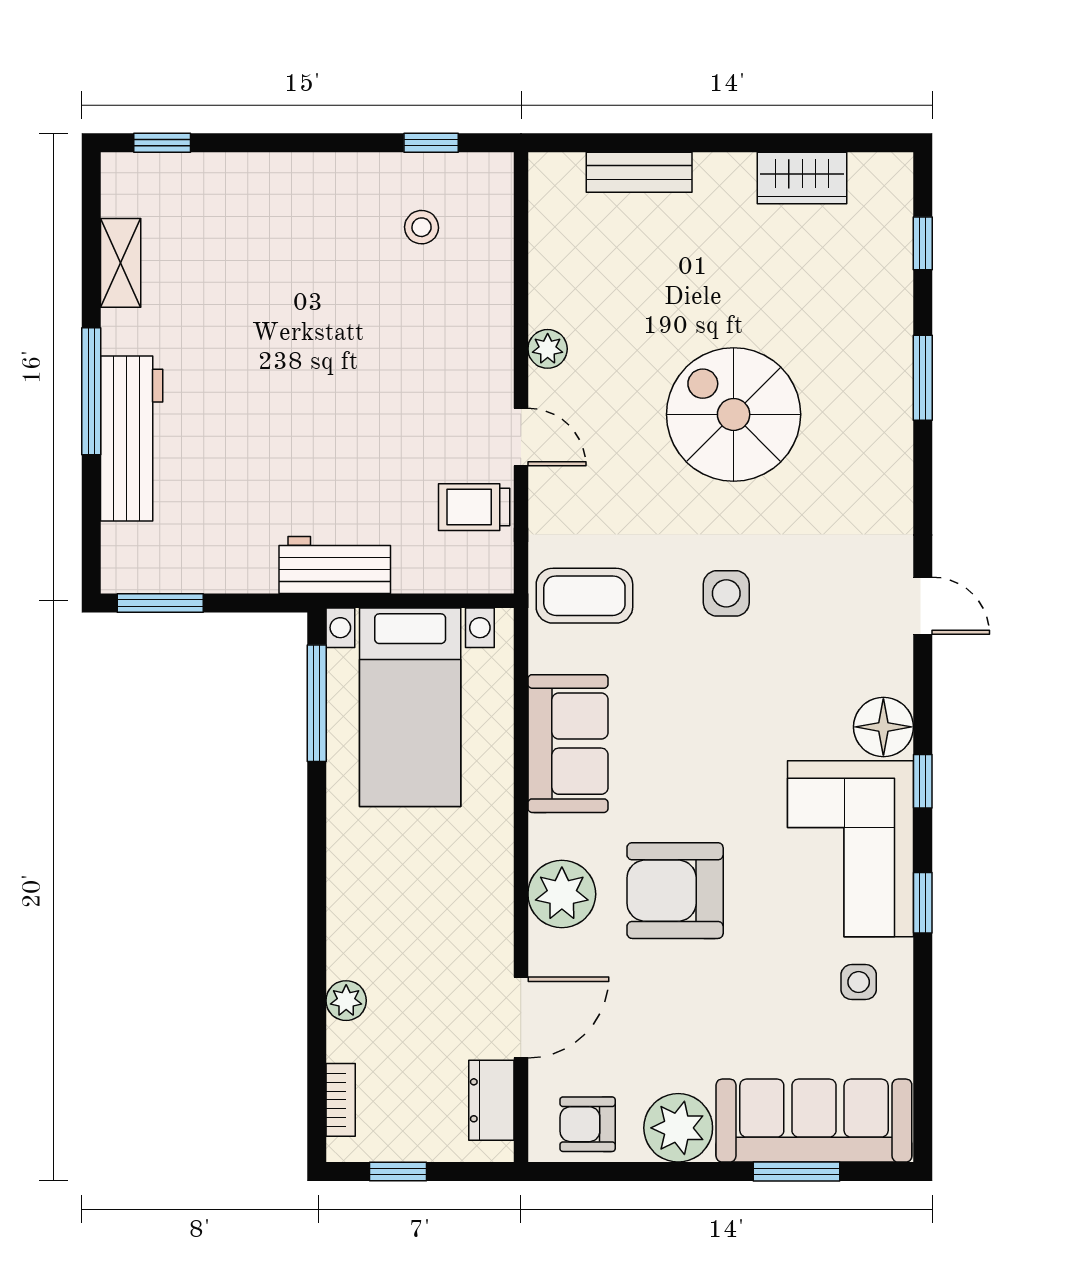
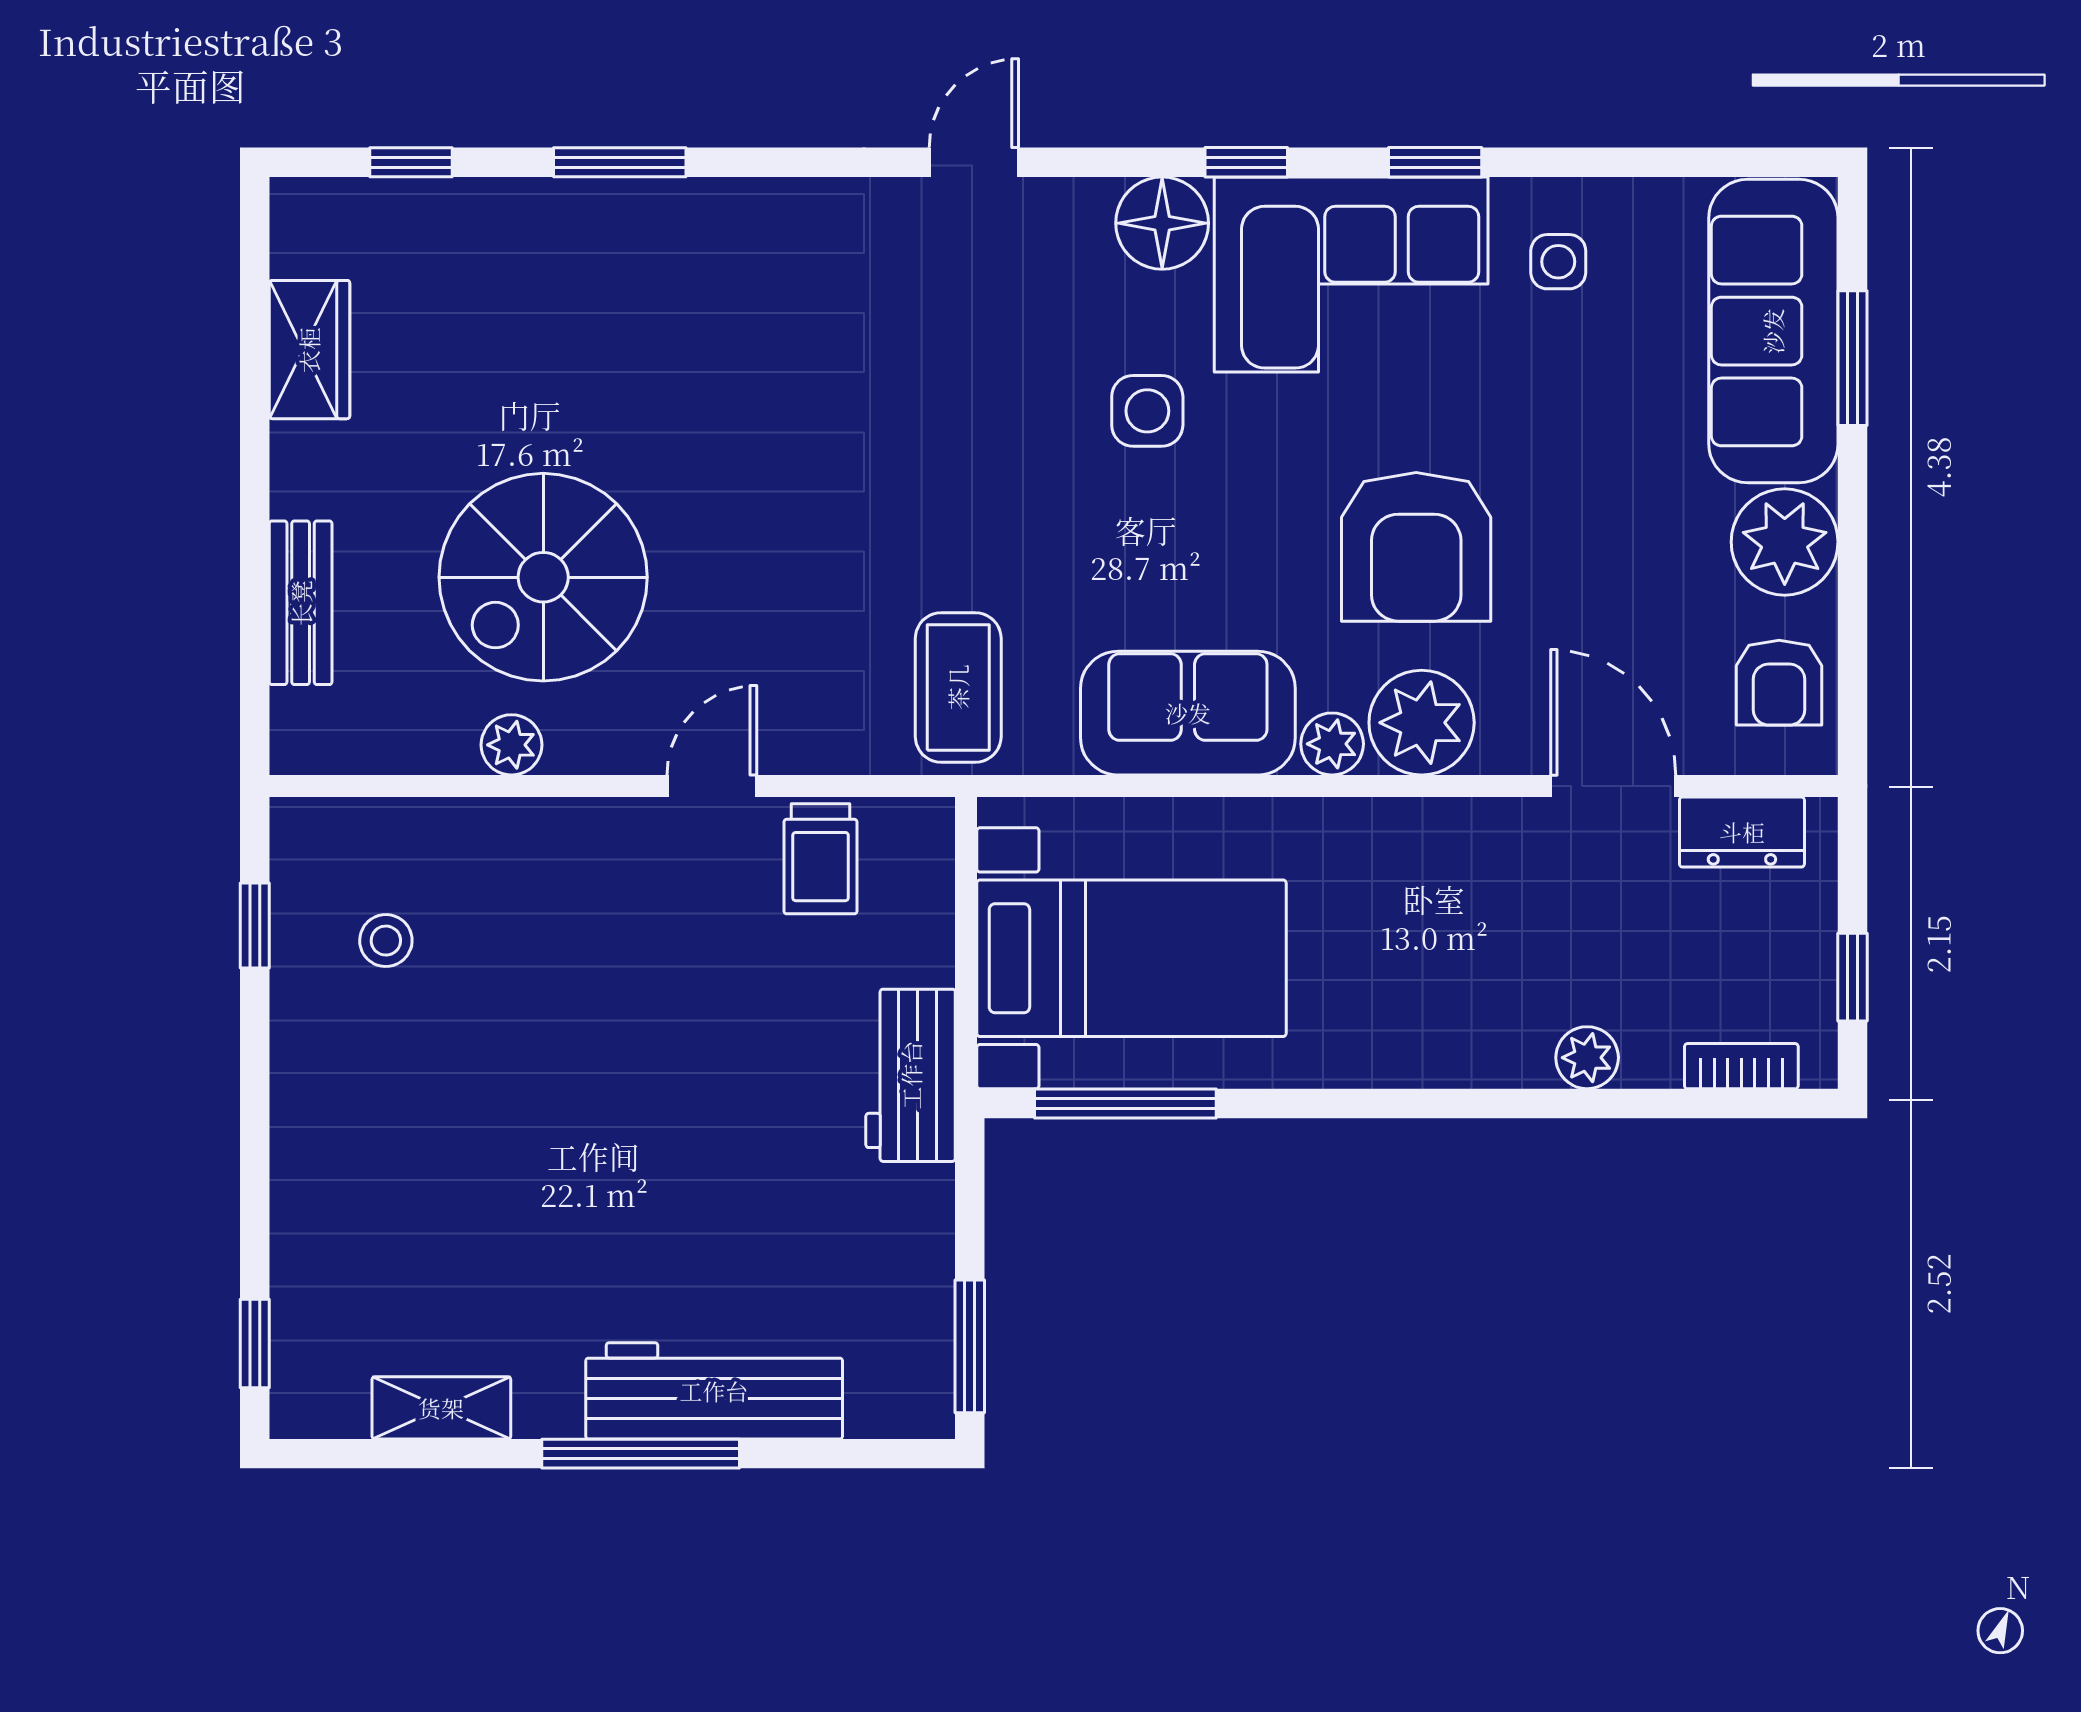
plant: (548, 349) -> (511, 745), moved
spiral stairs: (734, 414) -> (543, 577), moved
side table: (726, 593) -> (1147, 411), moved
plant: (548, 836) -> (1332, 744), added

